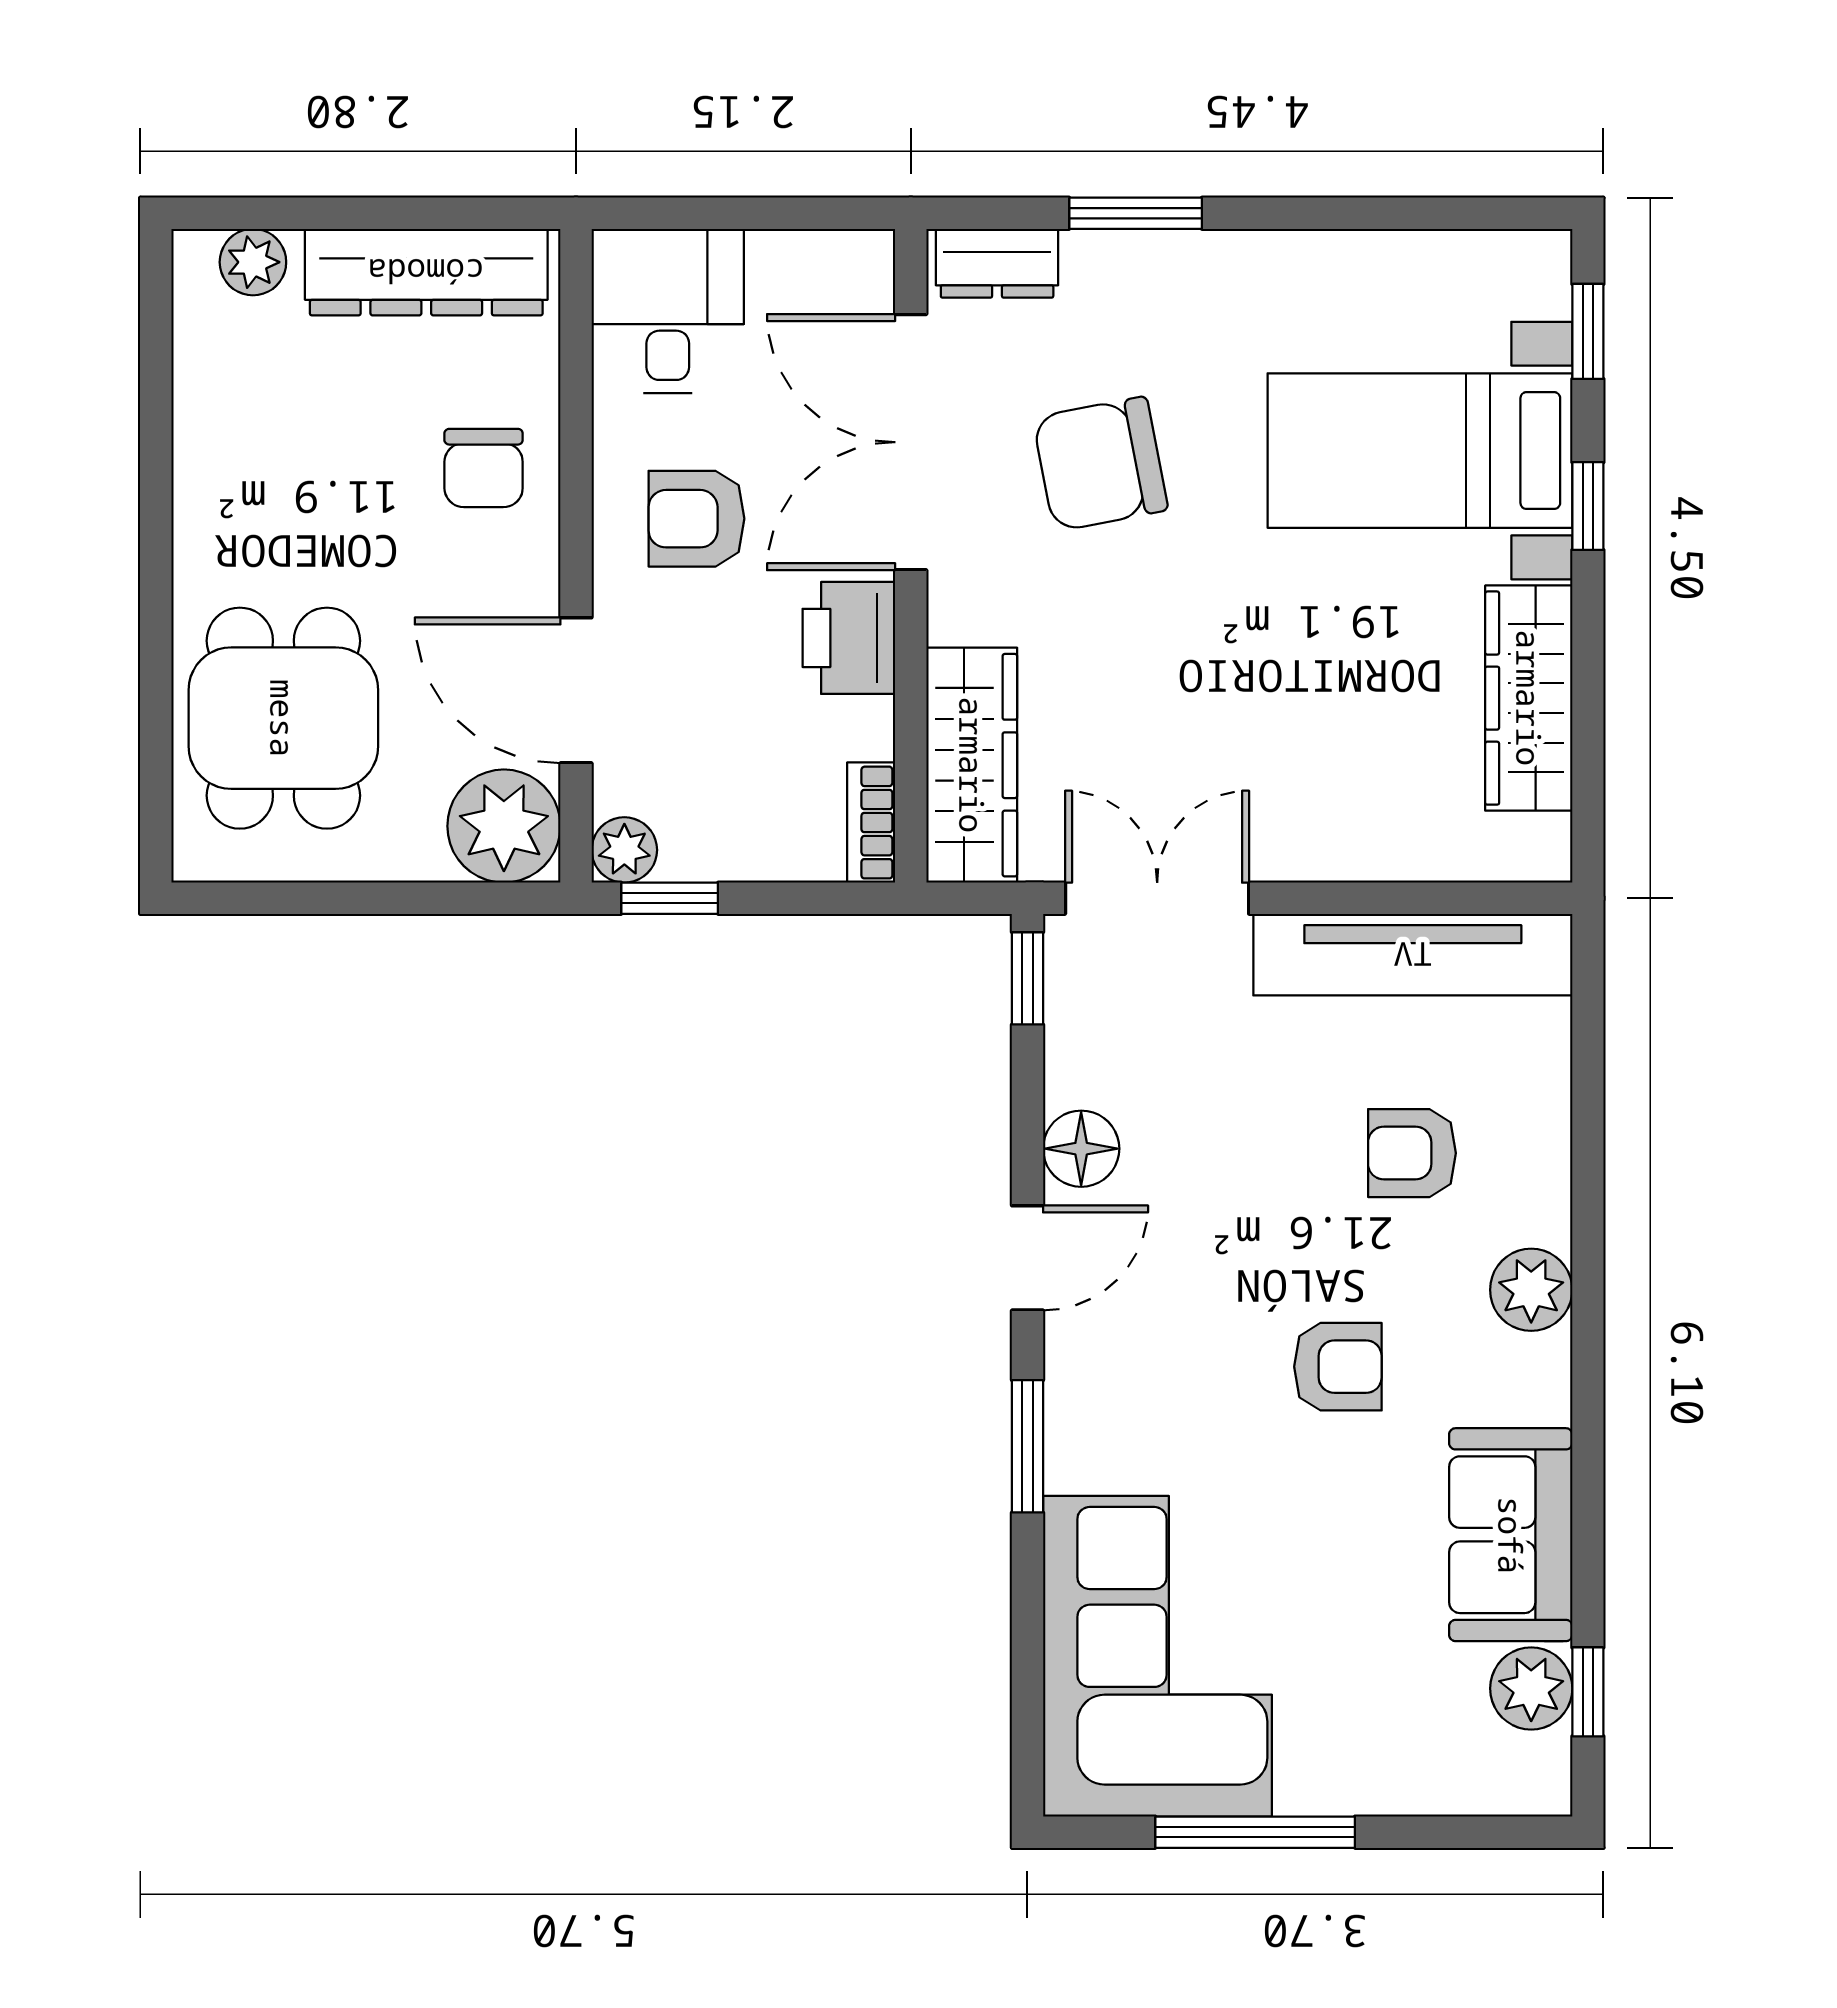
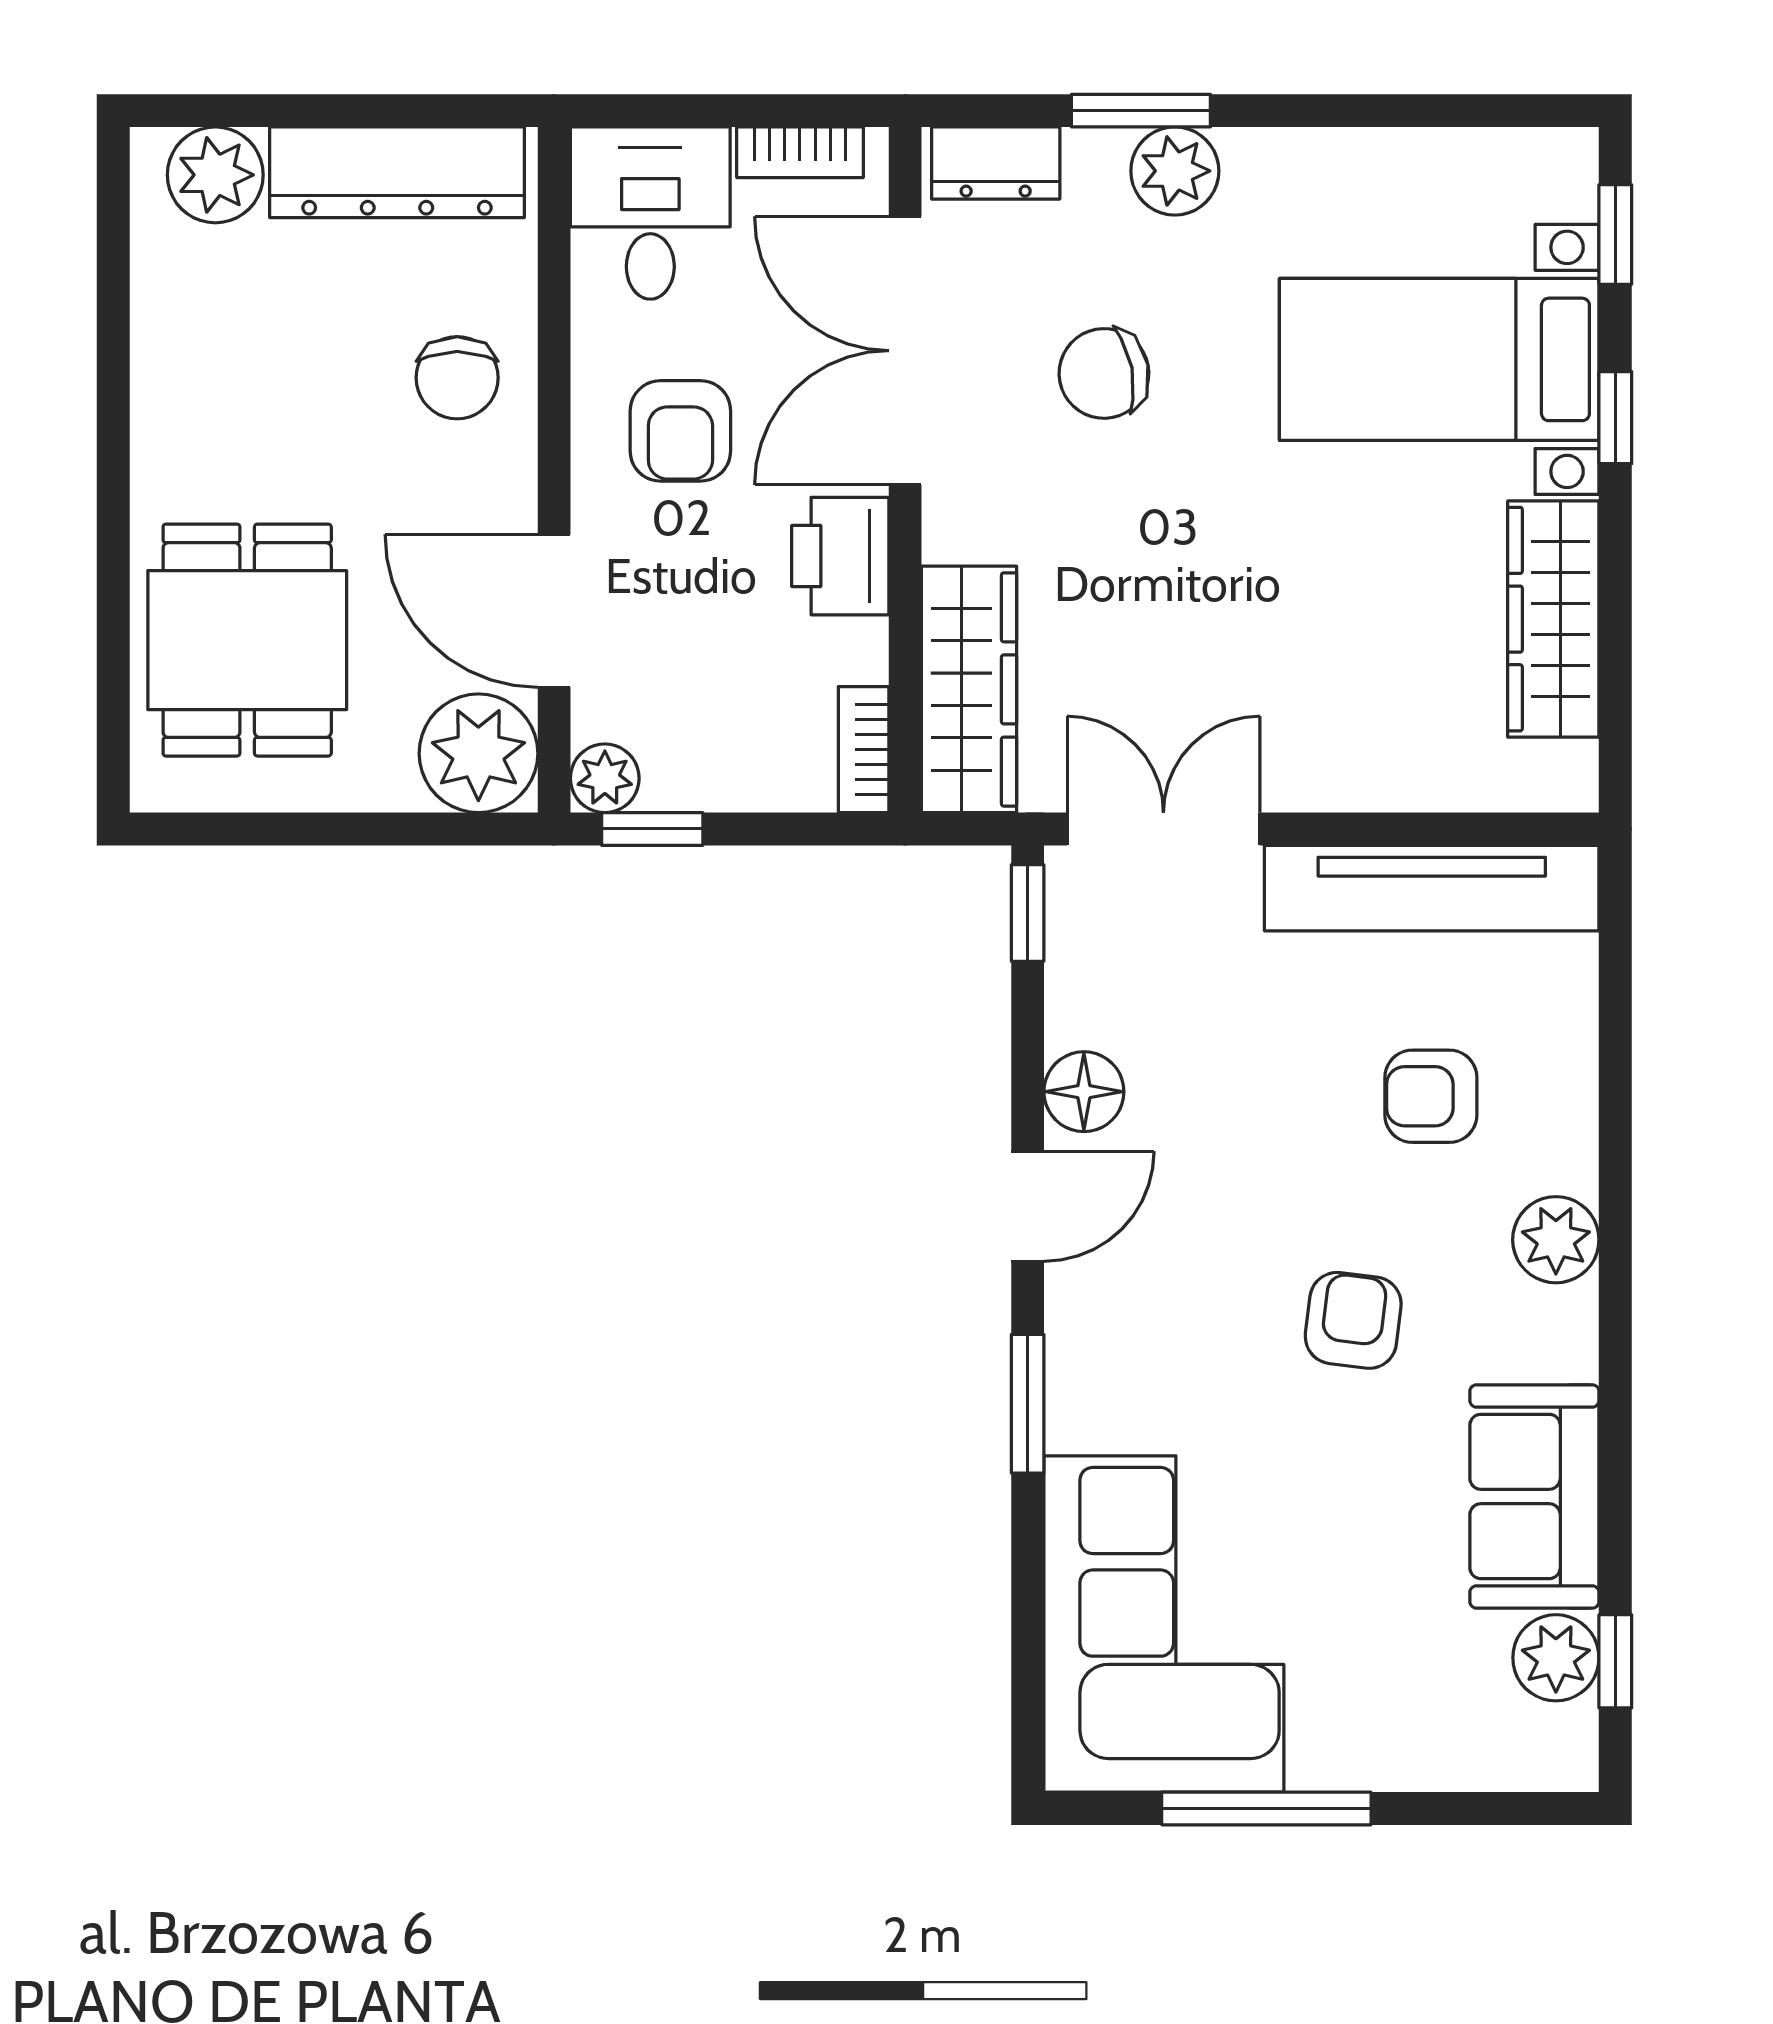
bookcase: (810, 253) -> (800, 152), added
plant: (253, 262) -> (215, 175), width x1.38, depth x1.38
plant: (1168, 271) -> (1175, 171), added
chair: (1100, 464) -> (1104, 373), width x0.73, depth x0.73
armchair: (696, 519) -> (680, 431), turned -90
armchair: (1338, 1367) -> (1353, 1320), turned -83

